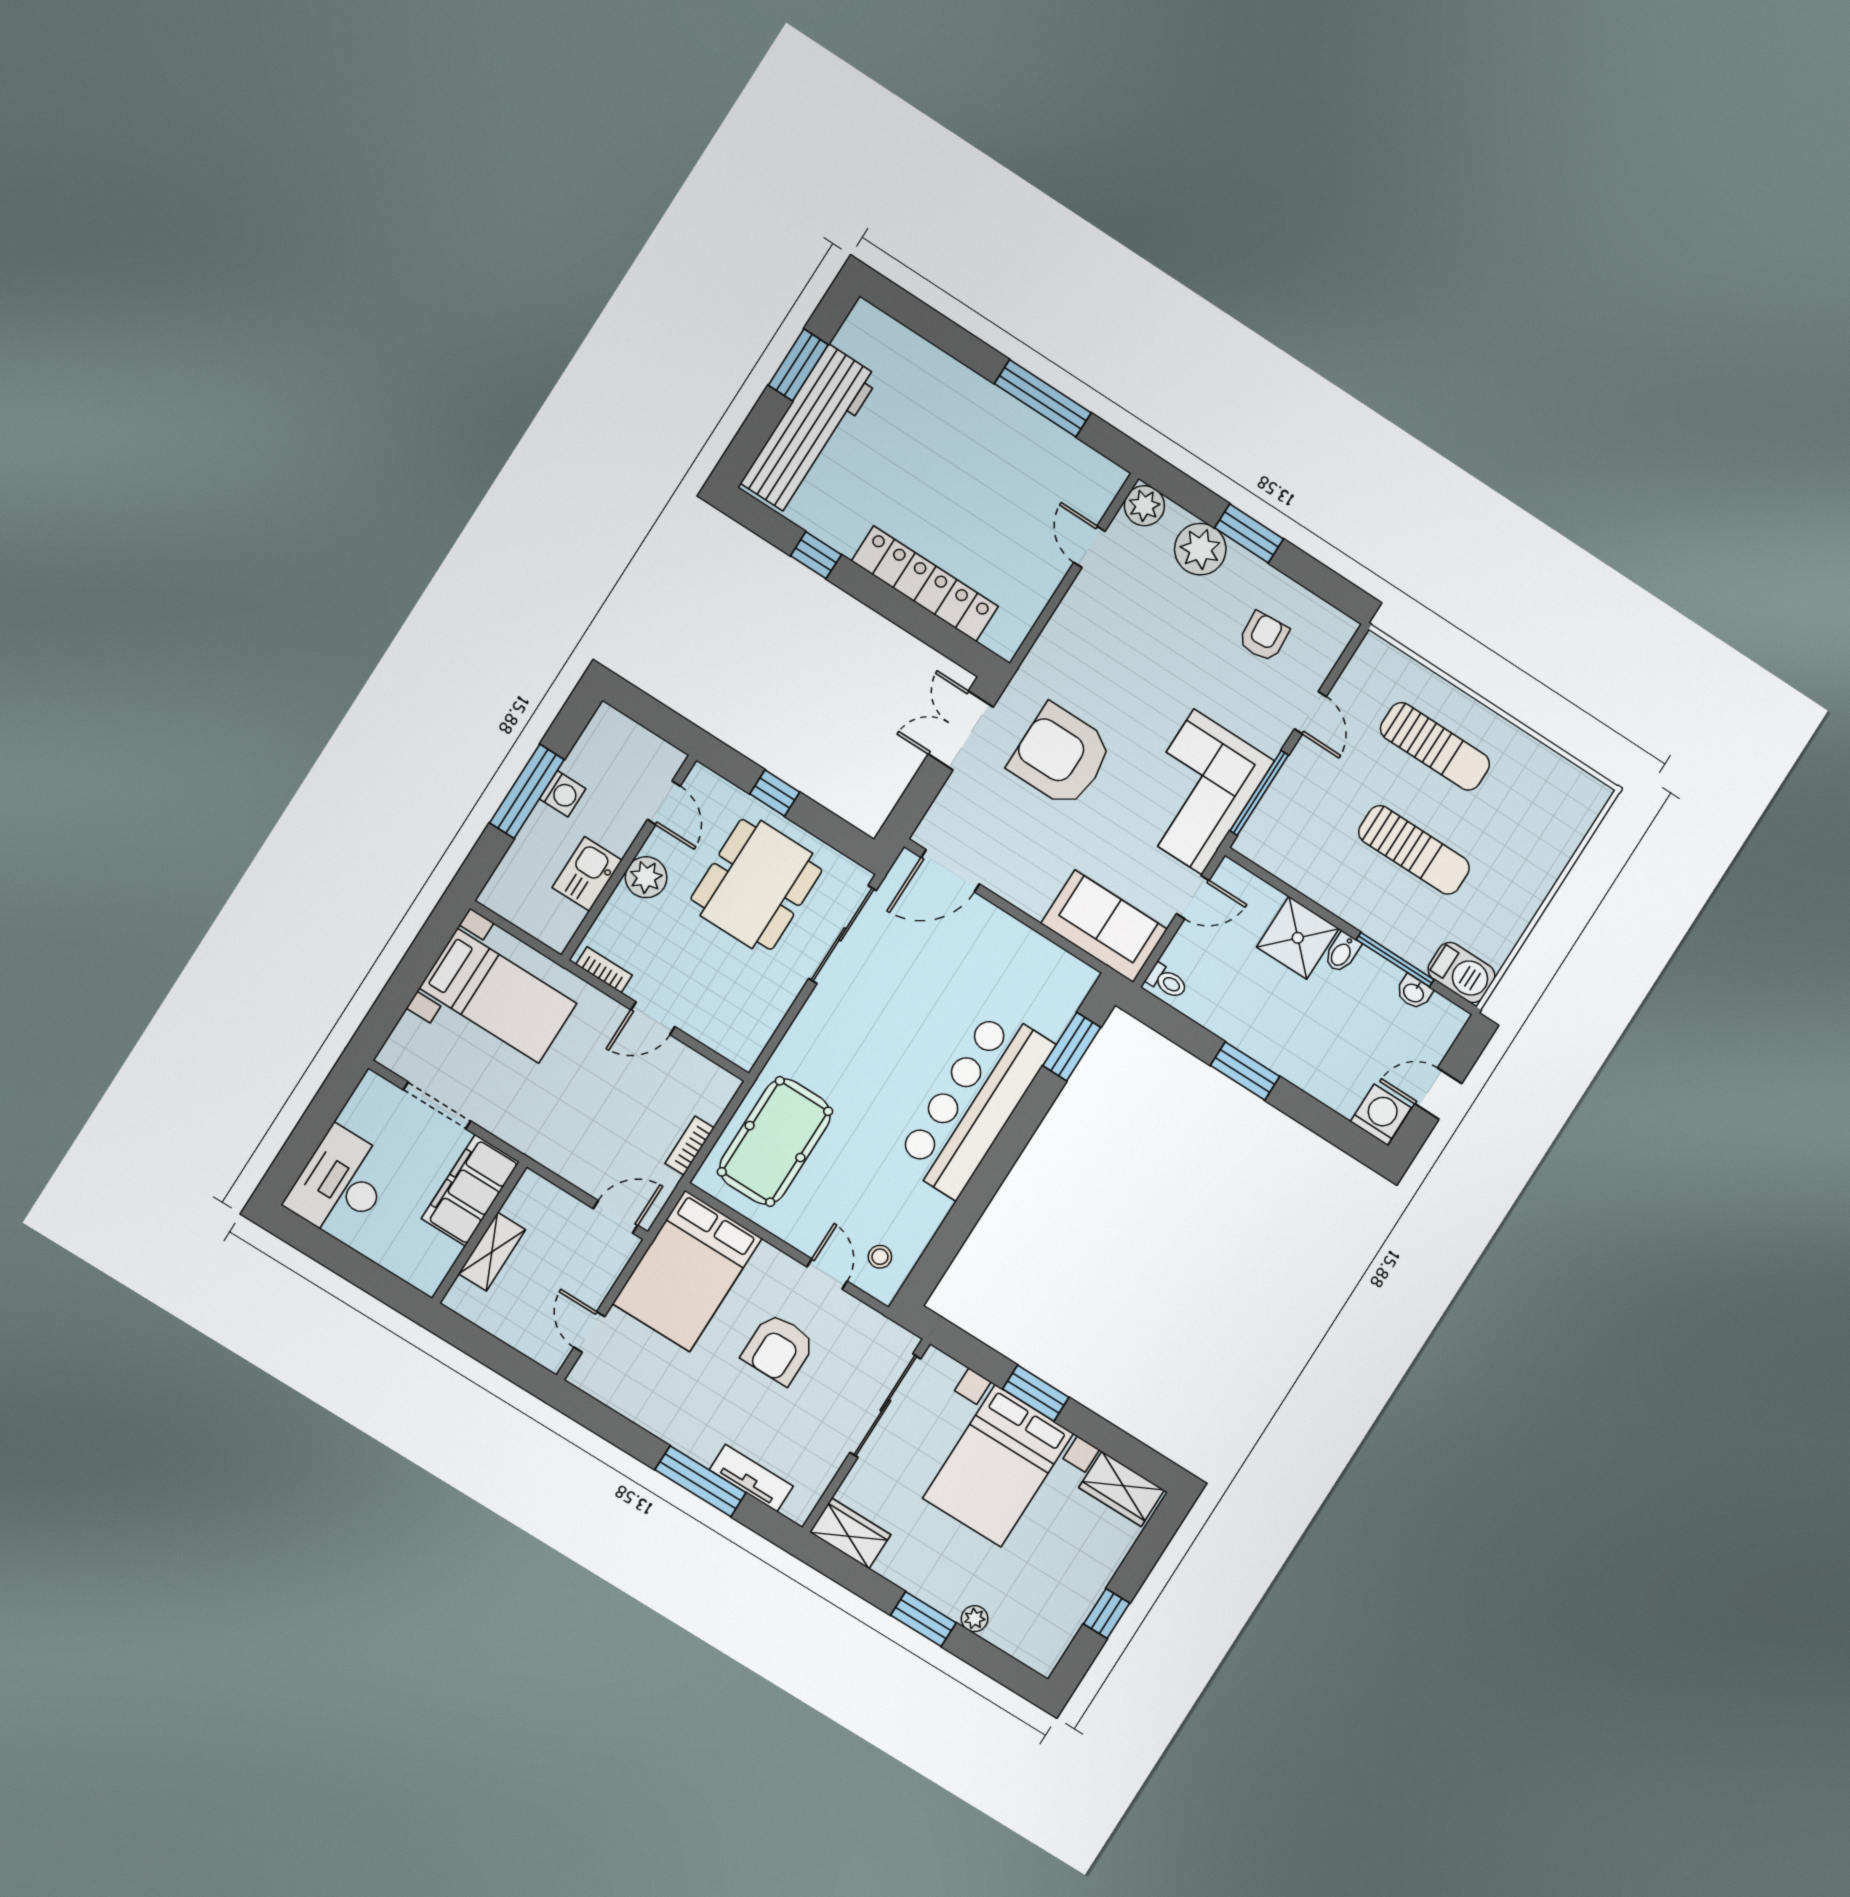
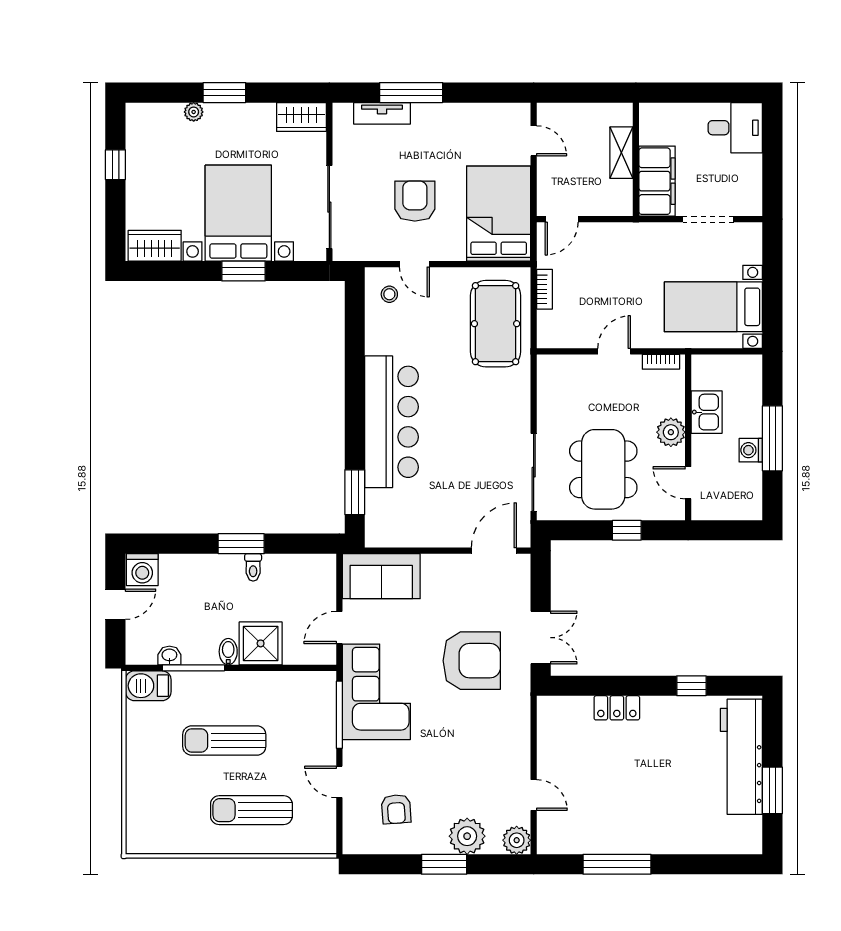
locker: (925, 584) -> (617, 708), width x0.46, depth x0.83
toilet: (1167, 981) -> (253, 567), moved, turned -90
desk: (341, 1184) -> (735, 128), width x0.73

